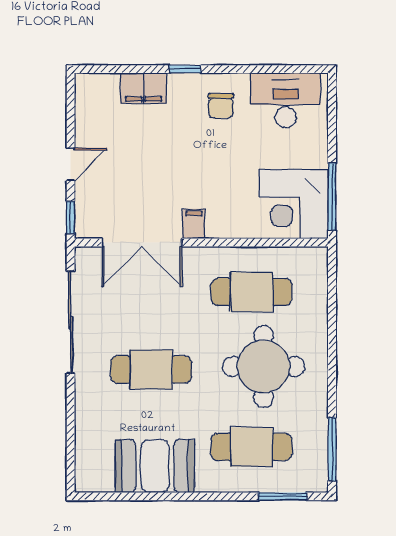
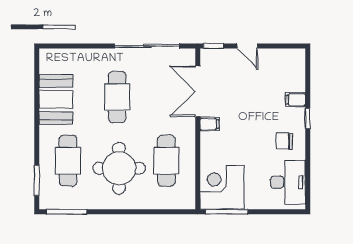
filing cabinet: (144, 88) -> (296, 100), width x0.50

